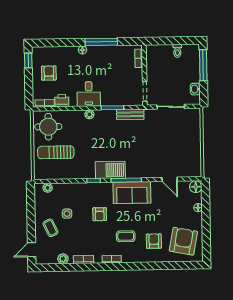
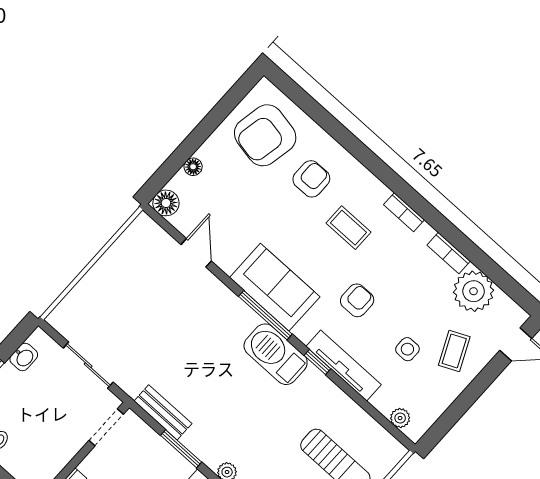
tv unit: (84, 188) -> (344, 366), added
armchair: (154, 241) -> (311, 179), turned 180
plant: (63, 259) -> (474, 291), width x1.87, depth x1.87

